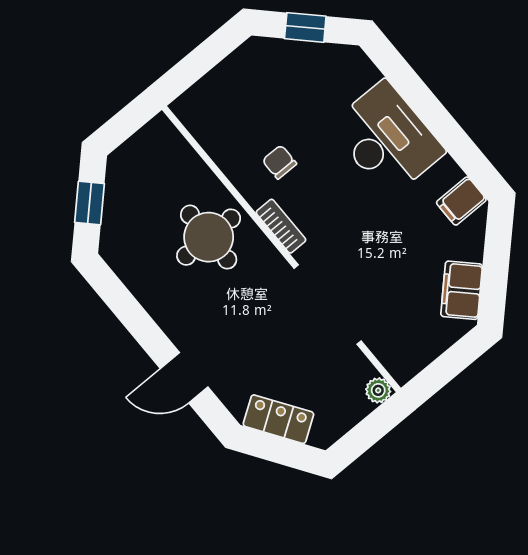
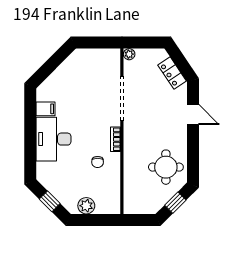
plant: (237, 72) -> (86, 206), added
filing cabinet: (461, 201) -> (46, 109), moved
round table: (209, 237) -> (166, 167), moved
filing cabinet: (462, 290) -> (71, 65), removed

